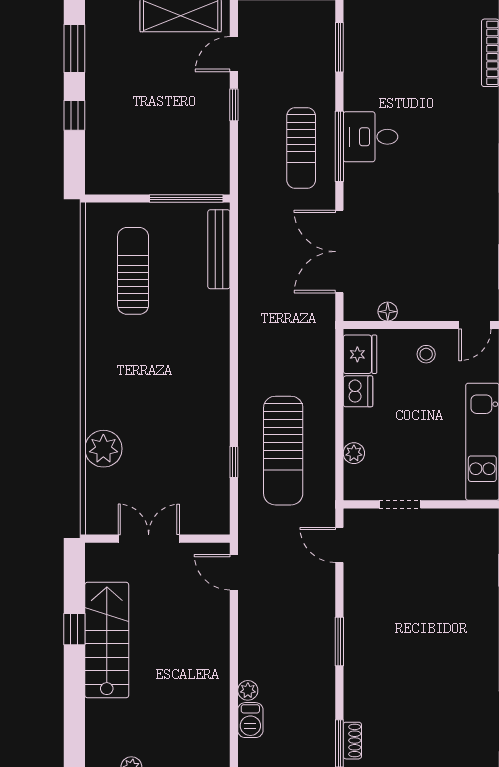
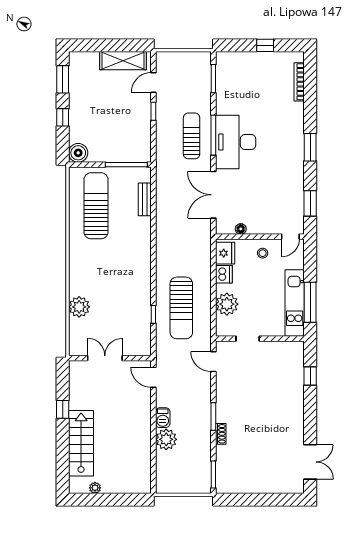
desk: (370, 137) -> (236, 142), width x1.87, depth x1.30
sun lounger: (301, 148) -> (192, 136), turned 180
boiler: (102, 178) -> (78, 153), added
bench: (219, 249) -> (145, 199), width x0.73
sun lounger: (133, 271) -> (96, 206), width x1.36, depth x1.34
plant: (354, 453) -> (227, 304), width x1.88, depth x1.88
stairs: (107, 640) -> (81, 443), moved
plant: (248, 690) -> (166, 439), width x1.88, depth x1.88
barbecue: (250, 720) -> (163, 418), moved
shoe rack: (352, 741) -> (221, 434), moved

